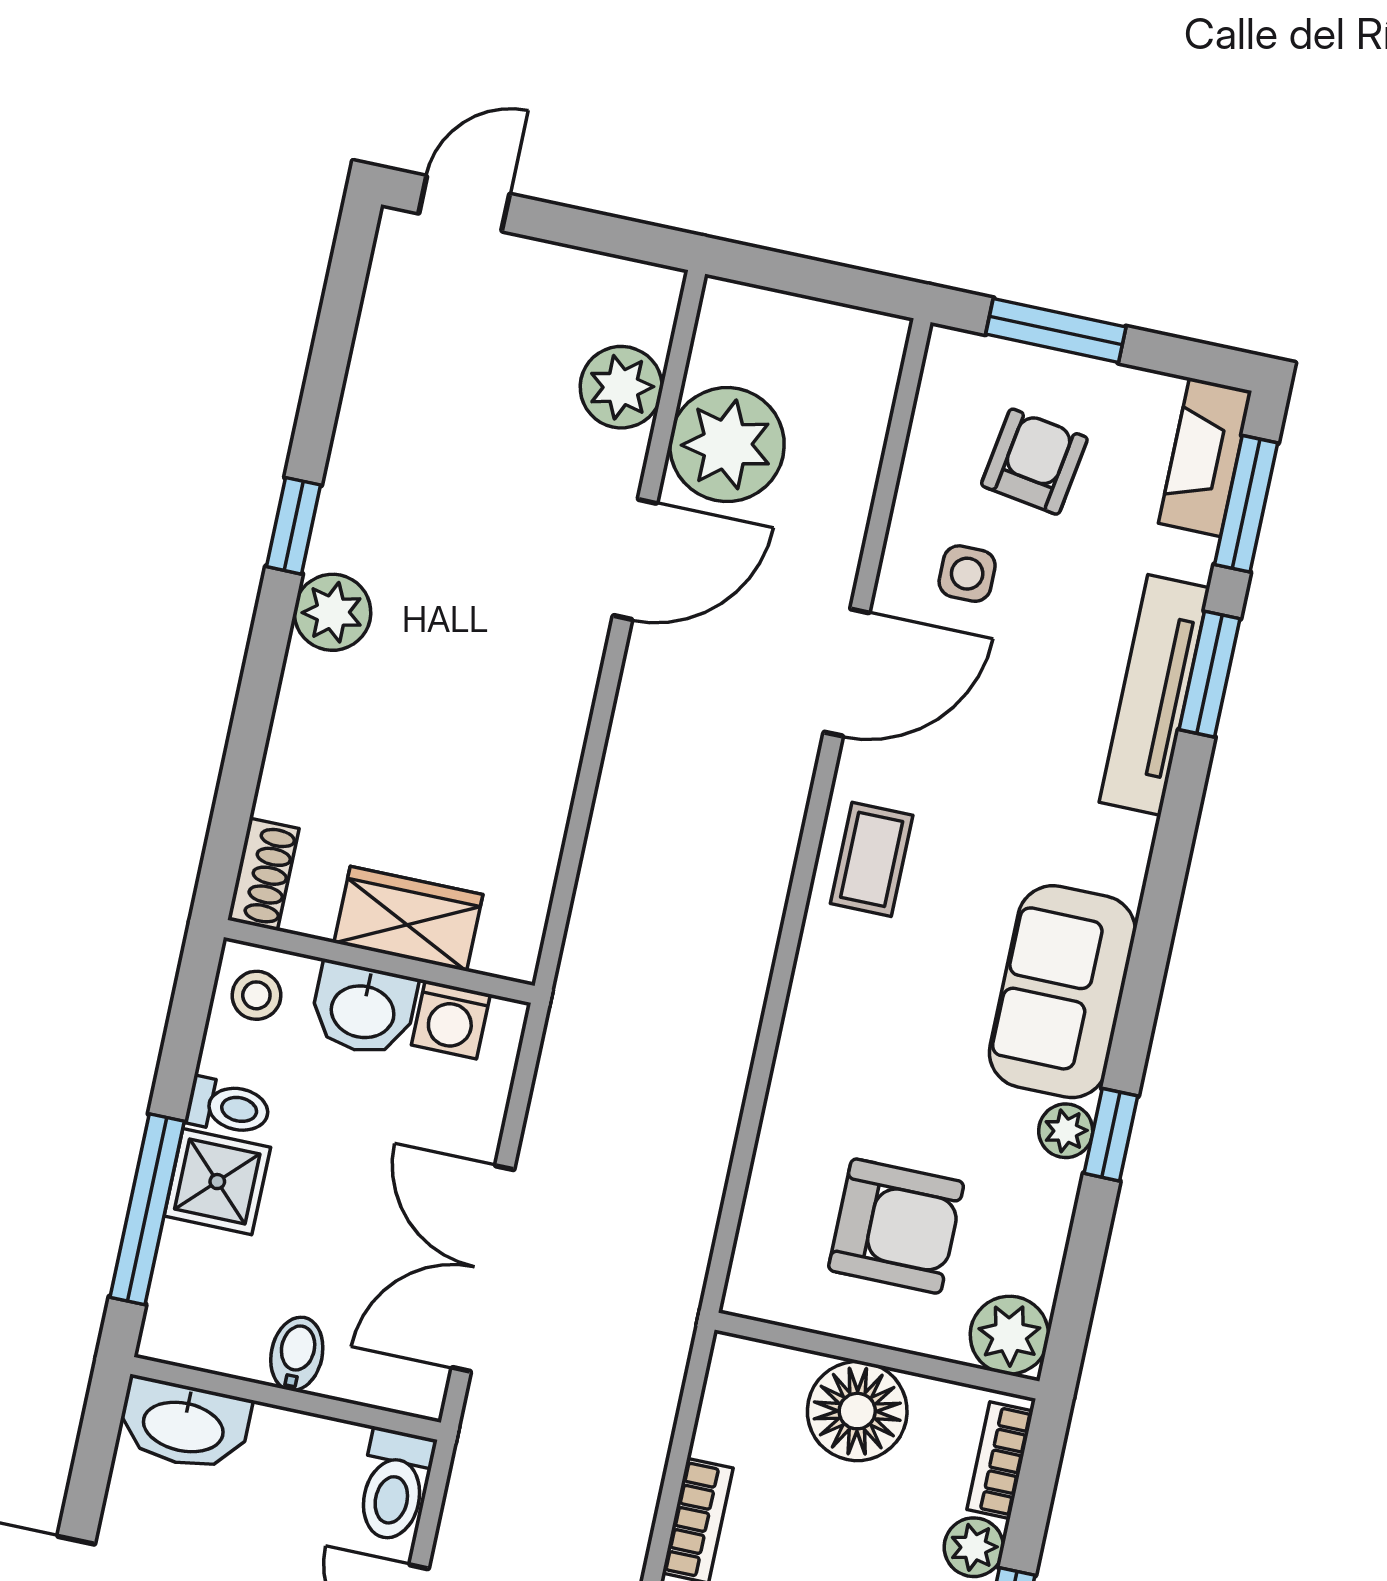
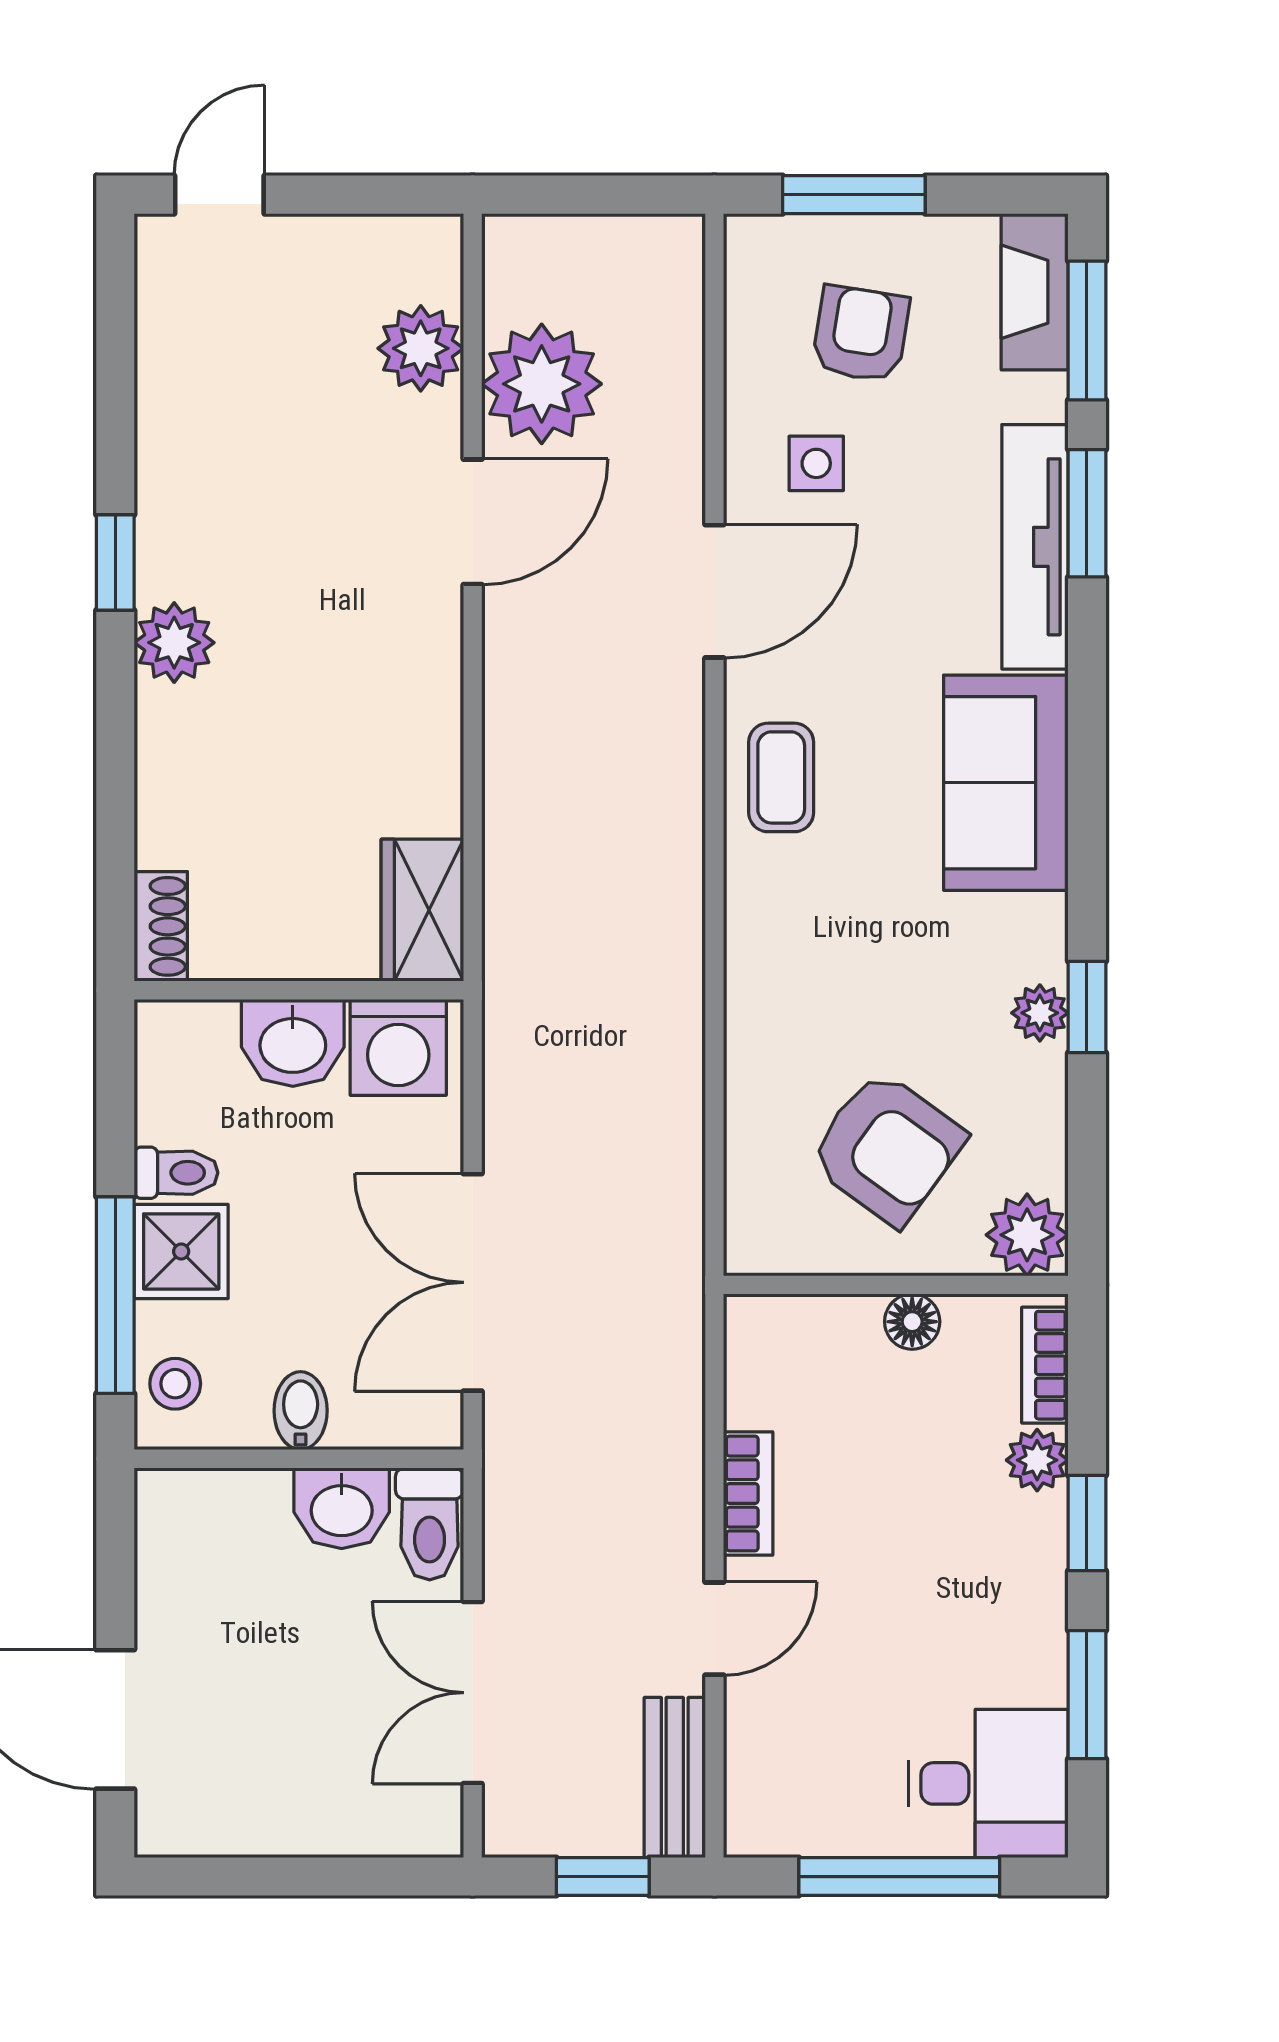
wardrobe: (408, 919) -> (422, 910), moved, turned -90
sofa: (1062, 992) -> (1006, 783), moved
stool: (256, 995) -> (175, 1384), moved
washing machine: (451, 1020) -> (398, 1047), width x1.38, depth x1.38
armchair: (896, 1226) -> (887, 1148), turned 36
floor lamp: (857, 1411) -> (912, 1322), width x0.53, depth x0.53
washbasin: (184, 1425) -> (342, 1508), moved, width x0.72

